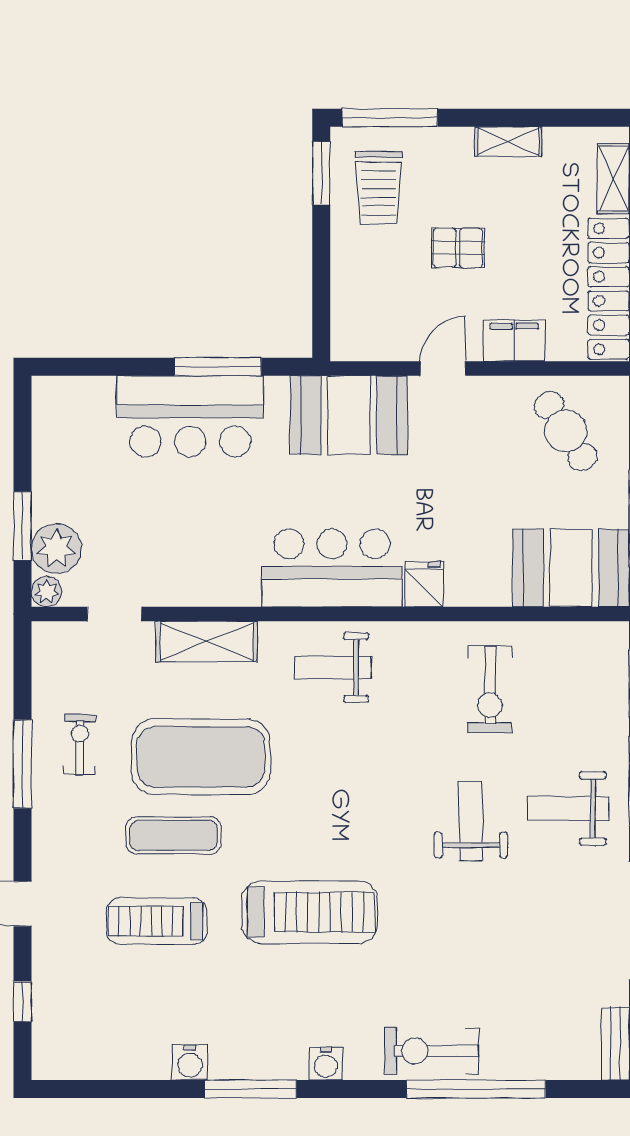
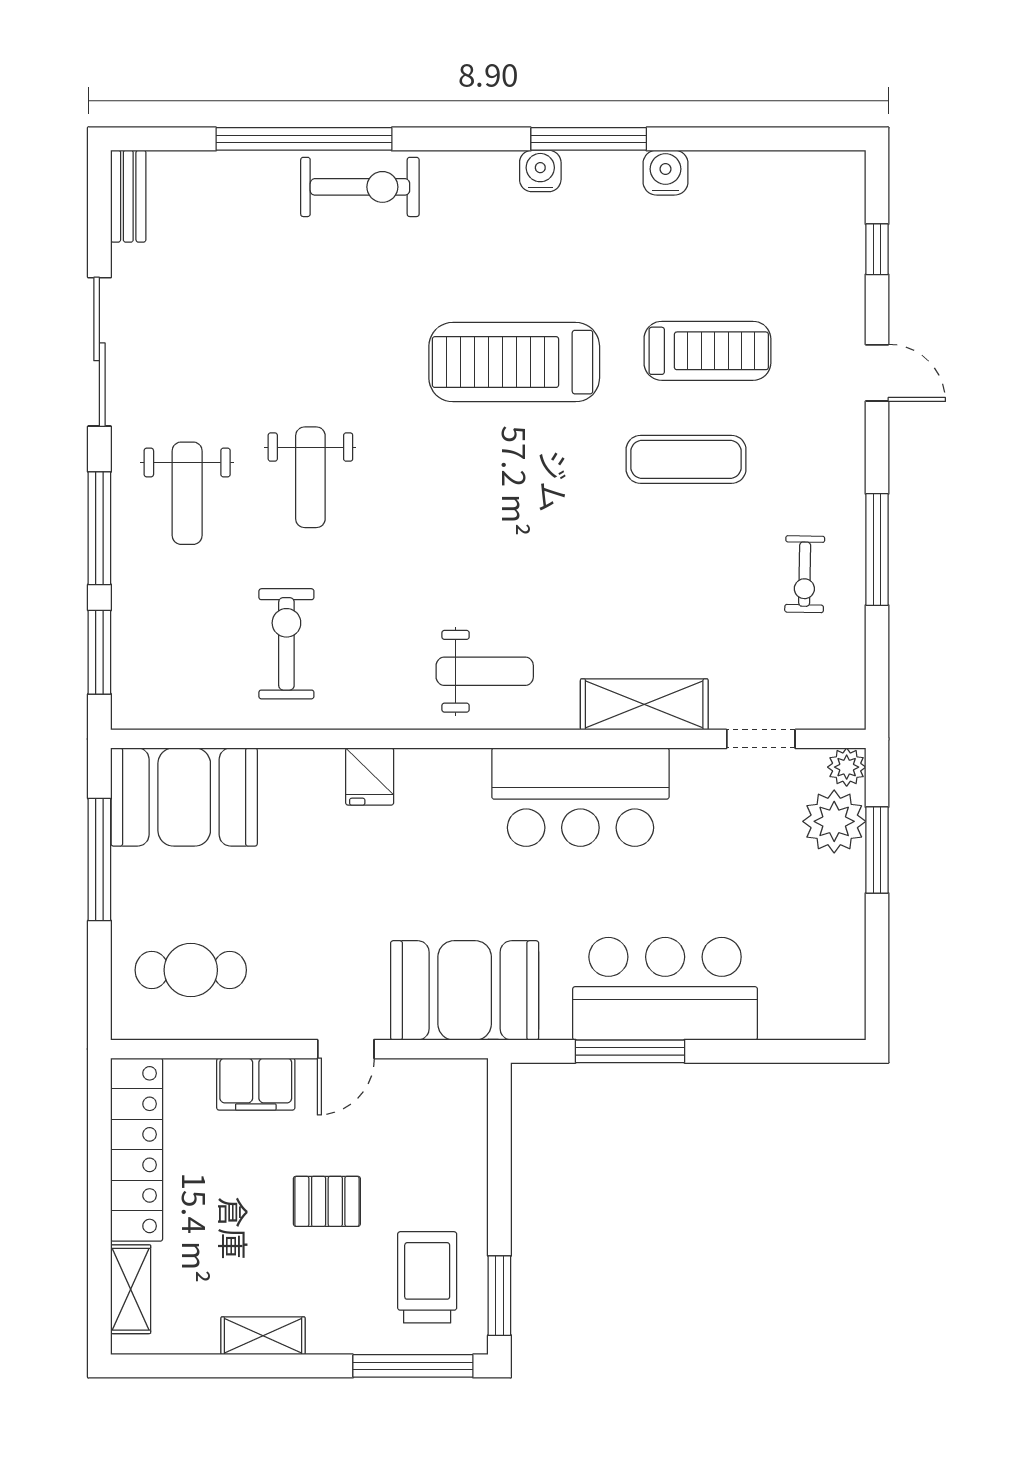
cafe table: (566, 431) -> (191, 970), turned -57
bar counter: (332, 568) -> (580, 797), moved
exercise mat: (201, 757) -> (652, 559), removed
weight bench: (569, 809) -> (187, 493), turned 90
water cooler: (326, 1064) -> (540, 171), moved

